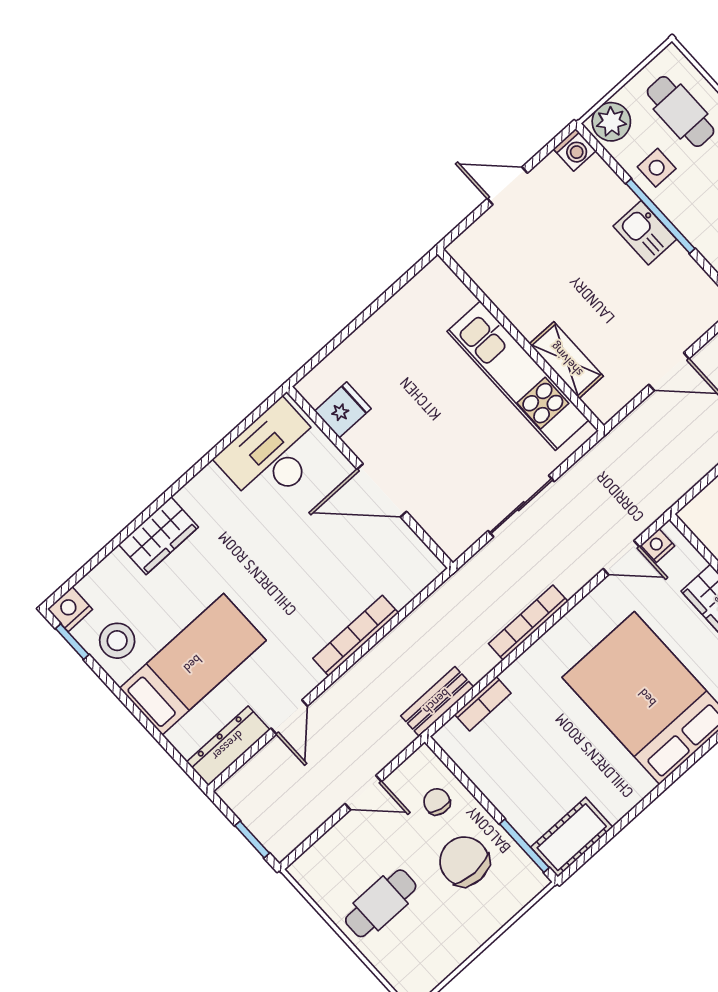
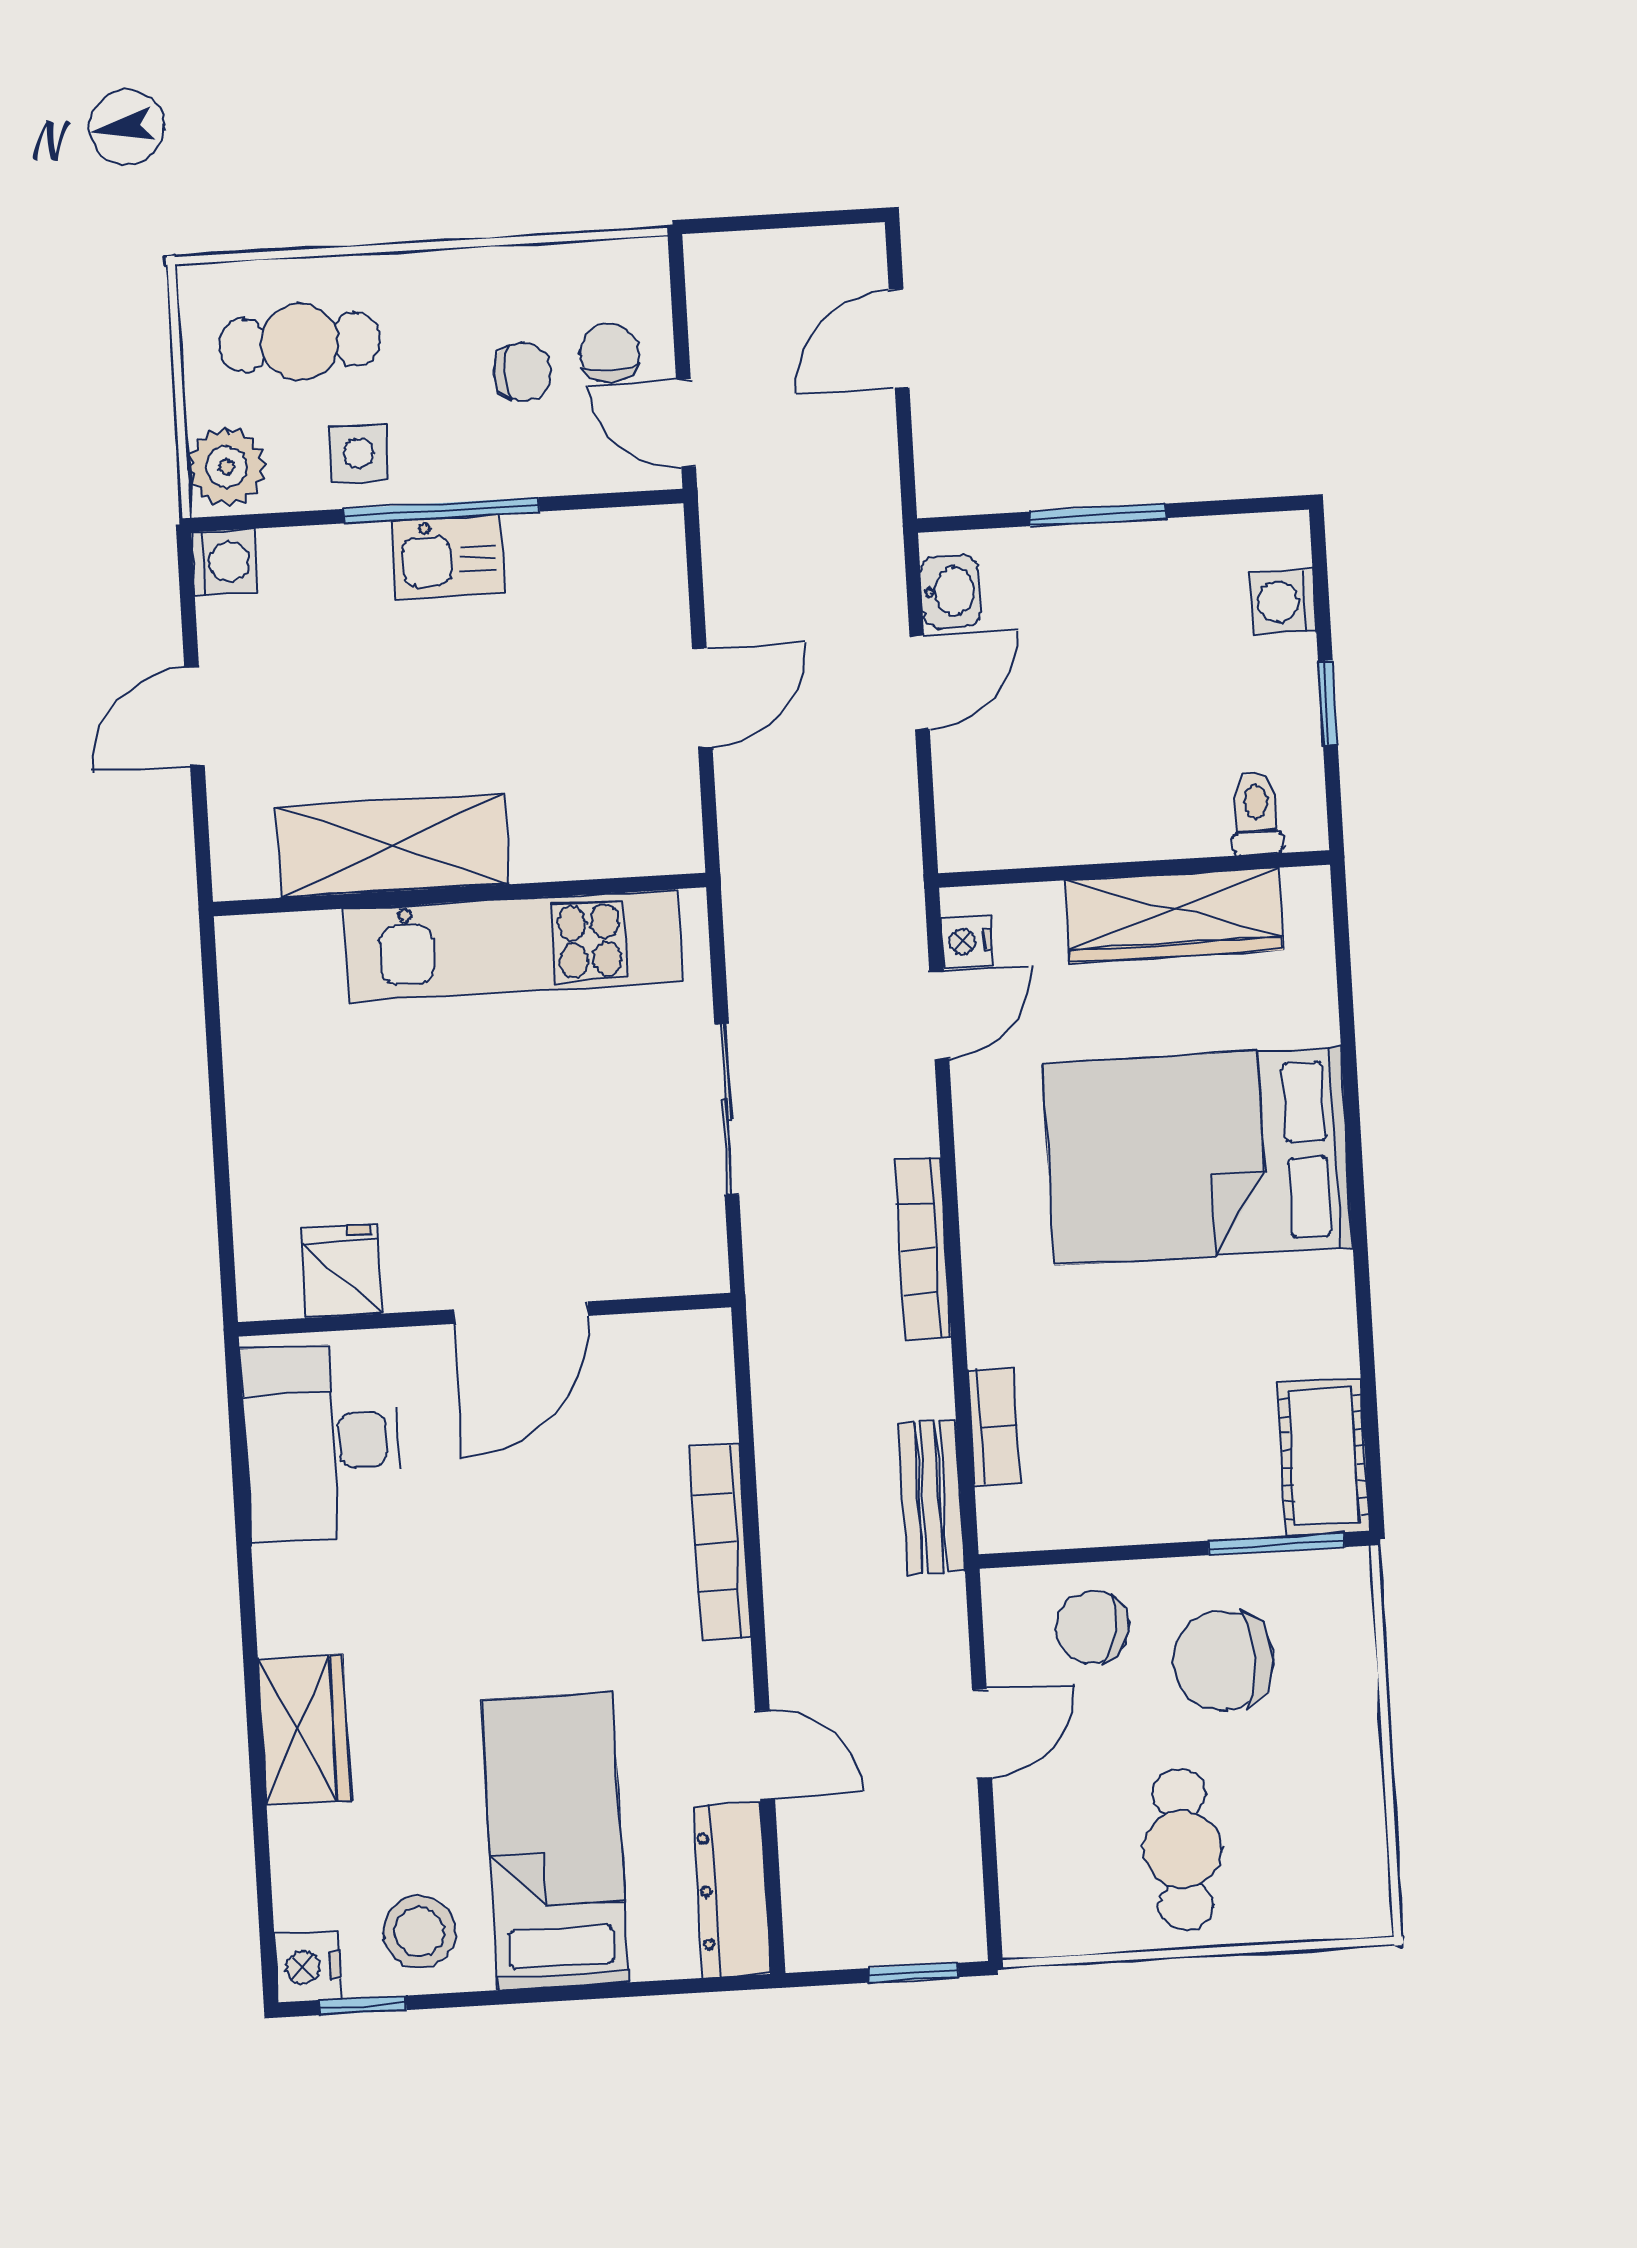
shelving: (566, 360) -> (392, 845), moved, width x1.50, depth x1.33
chair: (437, 802) -> (1092, 1627), width x1.37, depth x1.37

